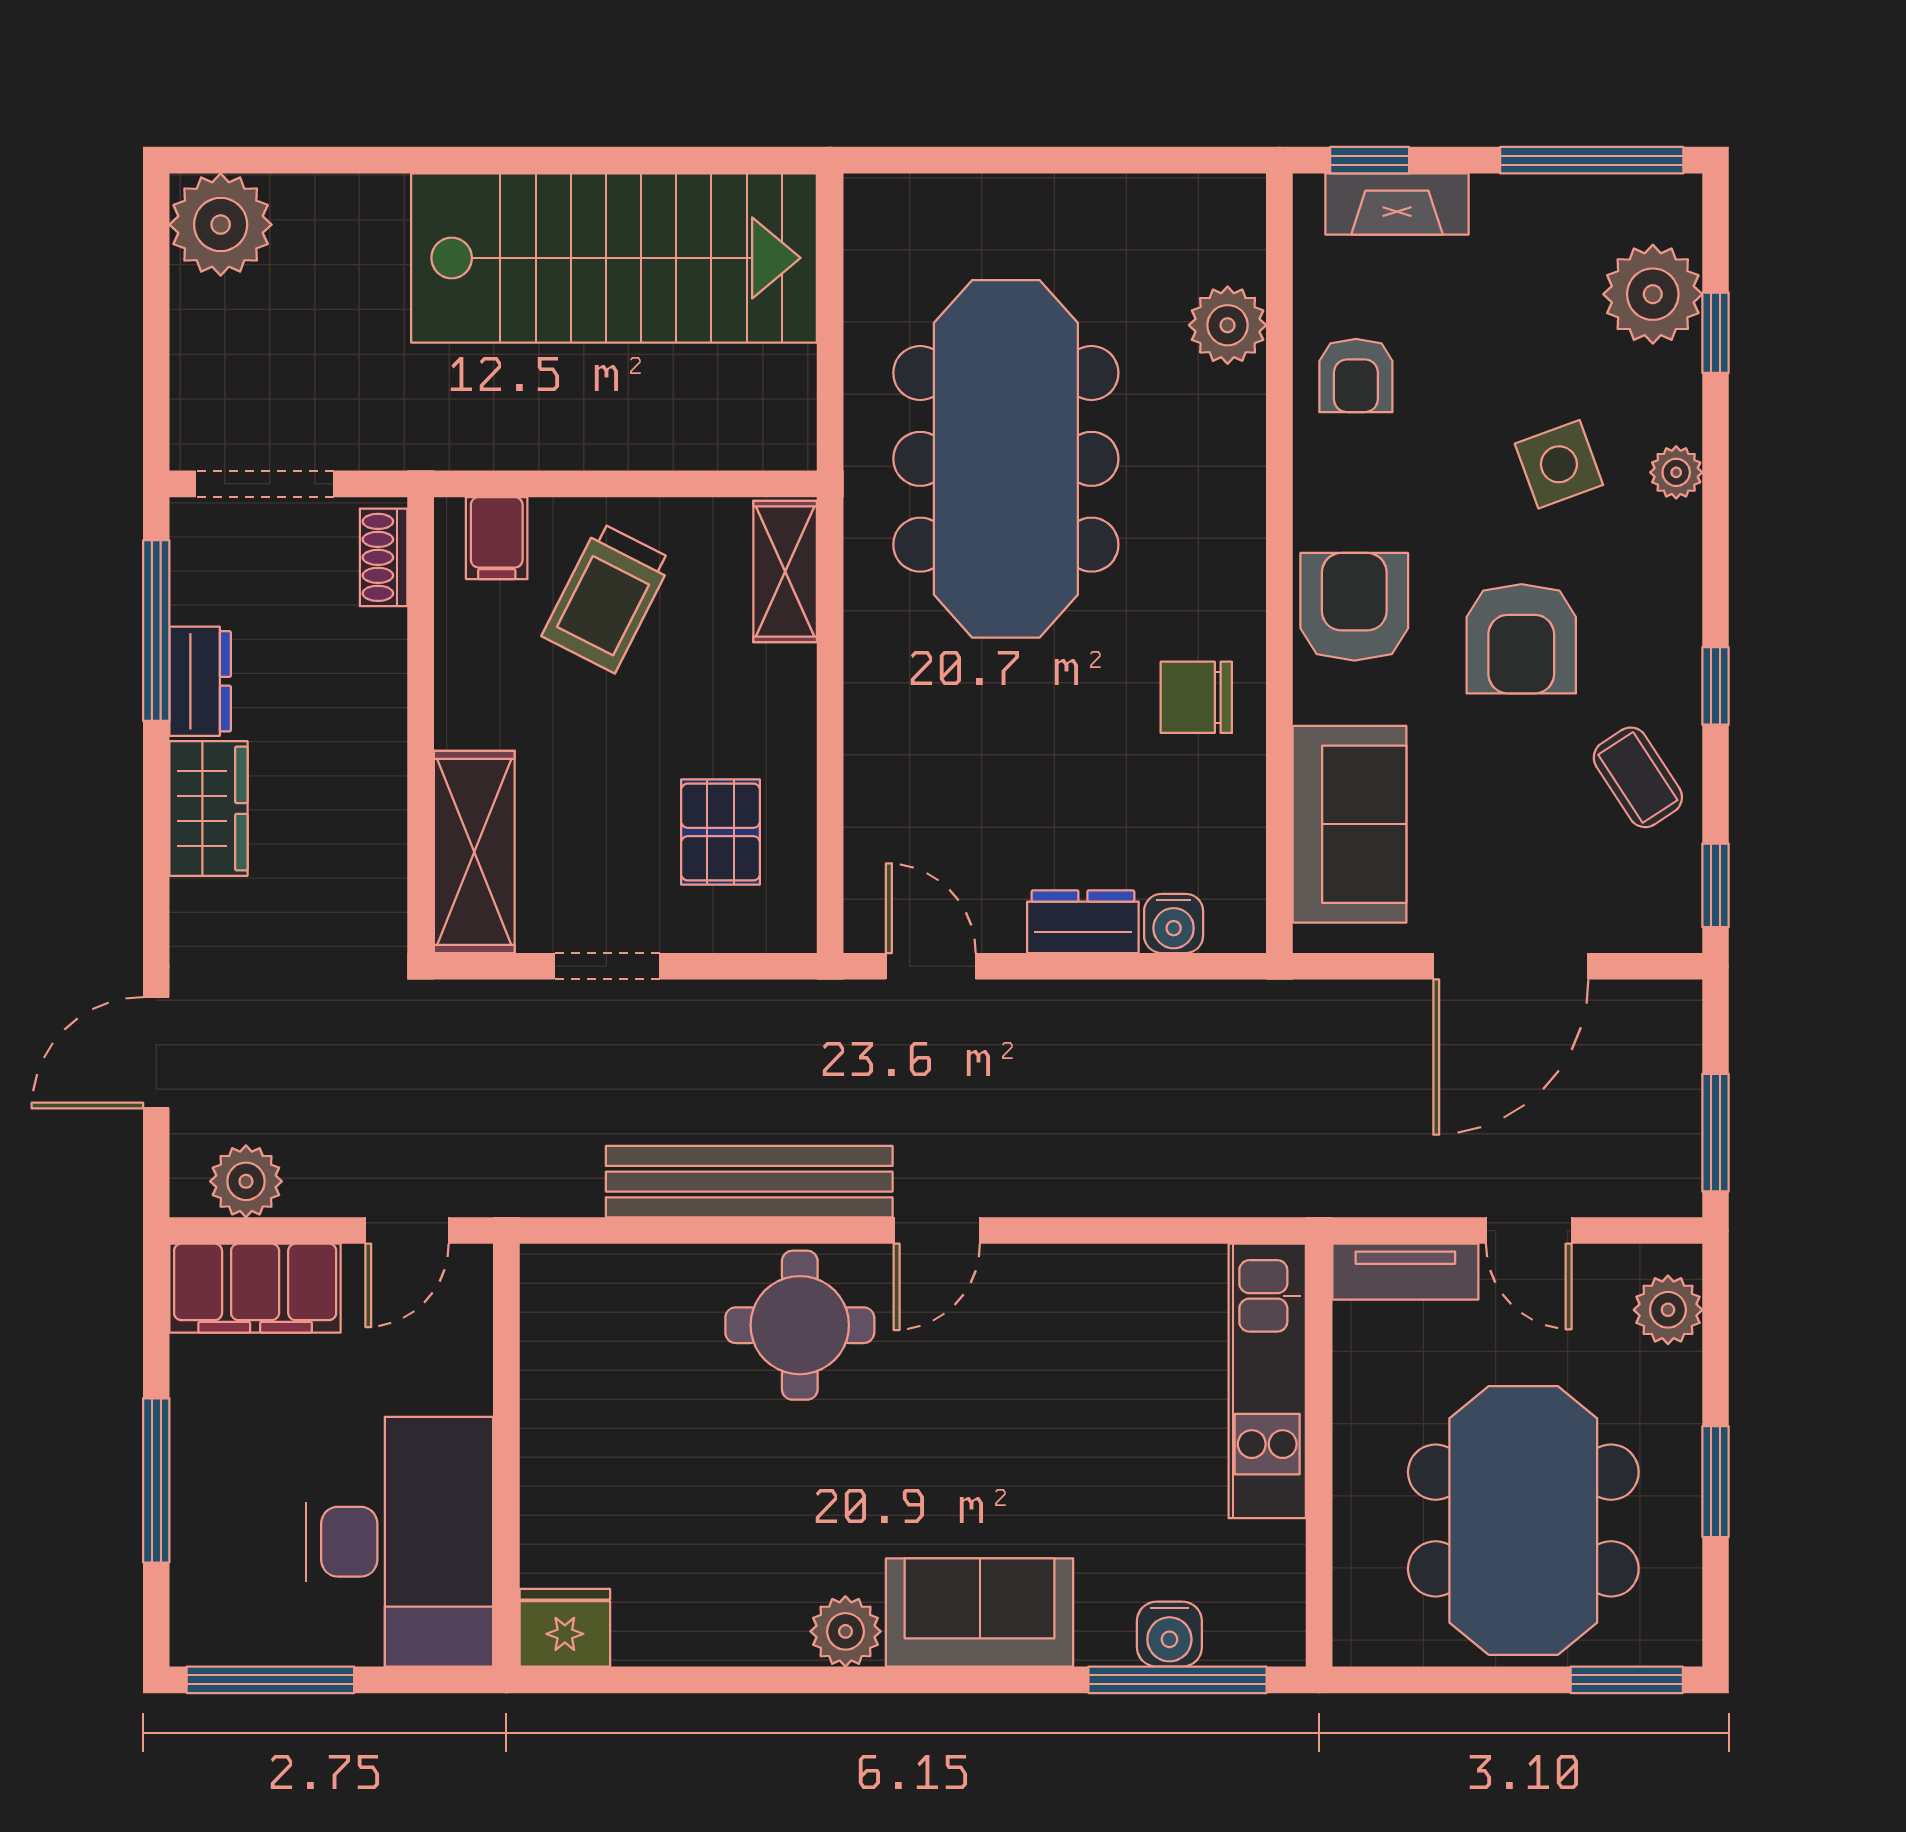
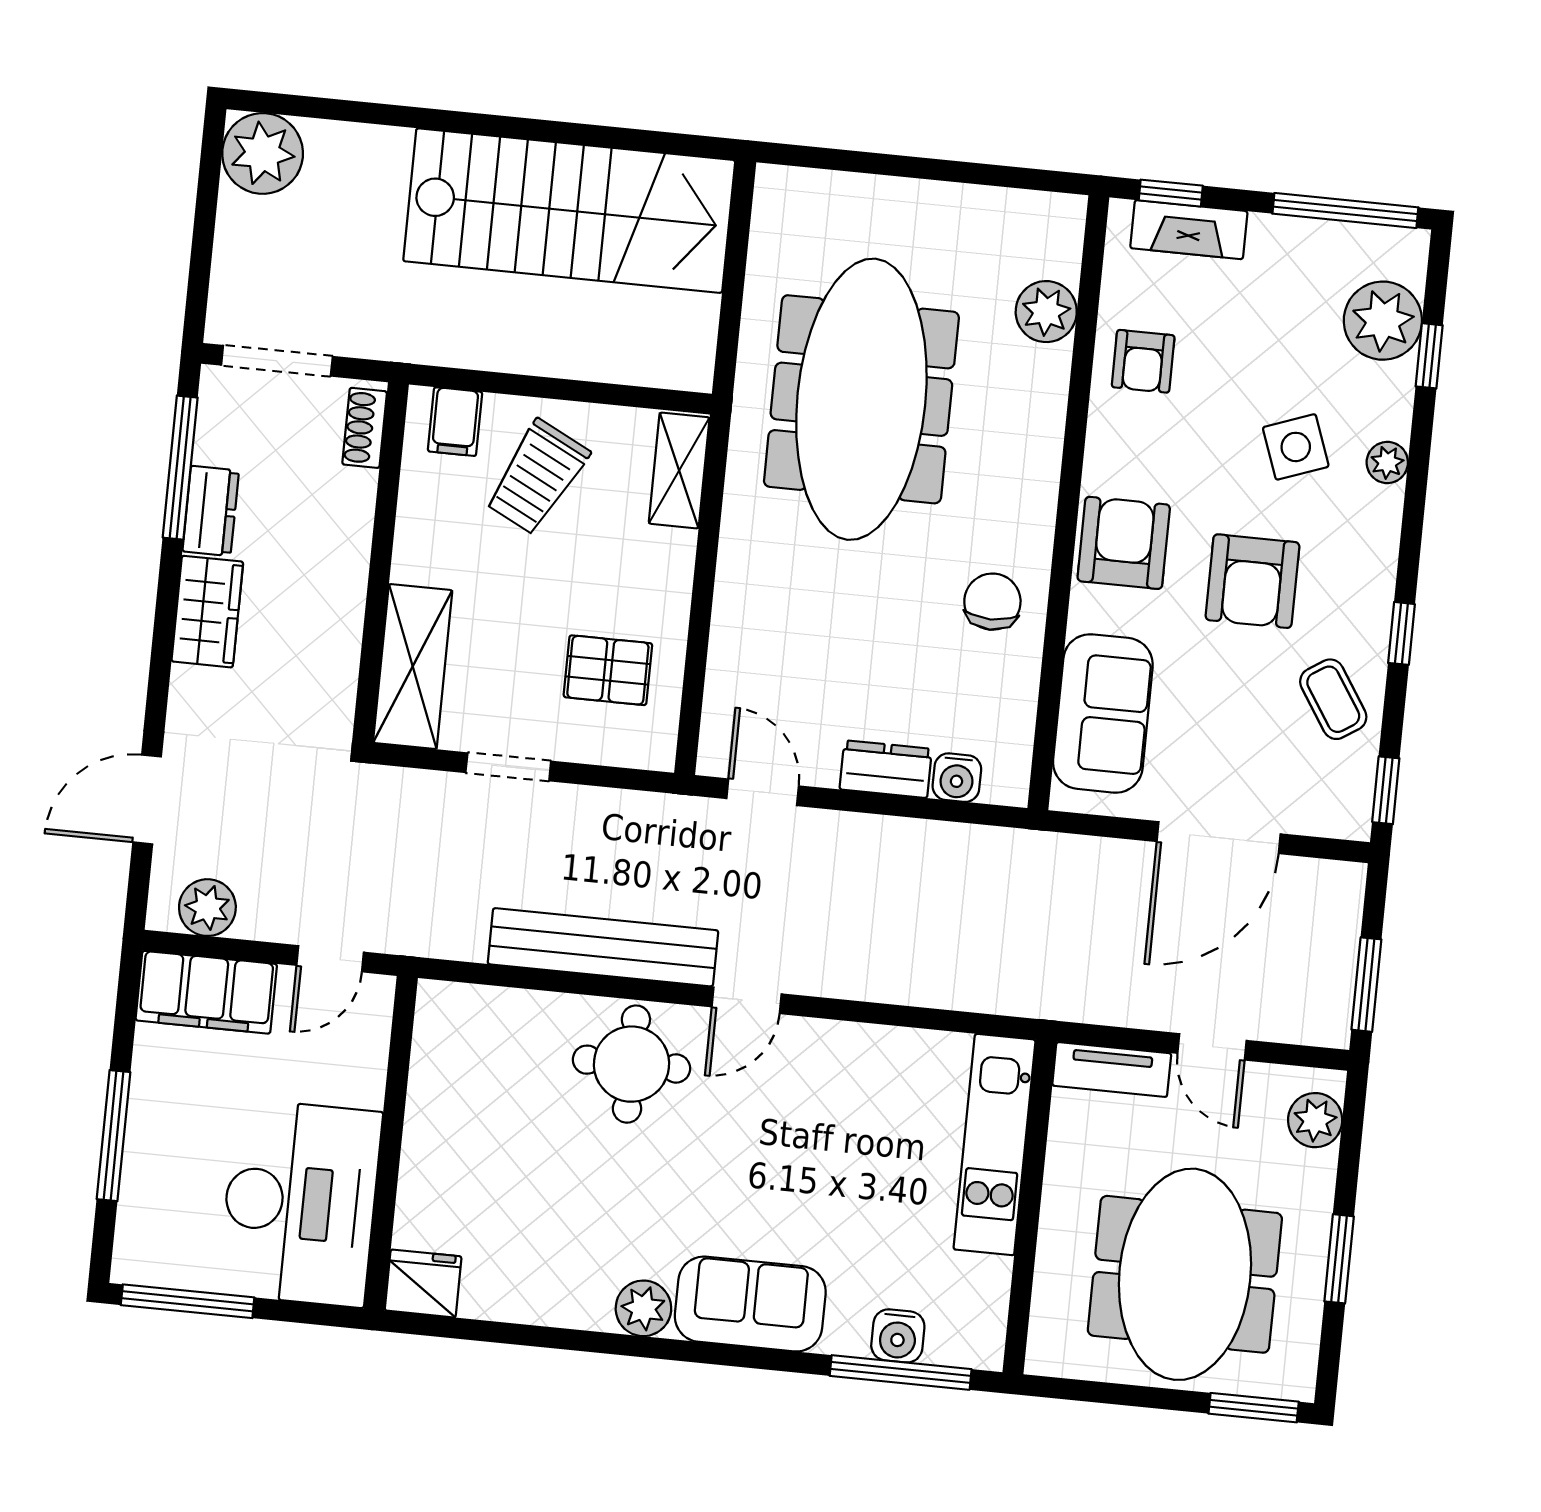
chair: (1196, 697) -> (992, 602), turned 90
pallet: (721, 832) -> (608, 670), turned 90

